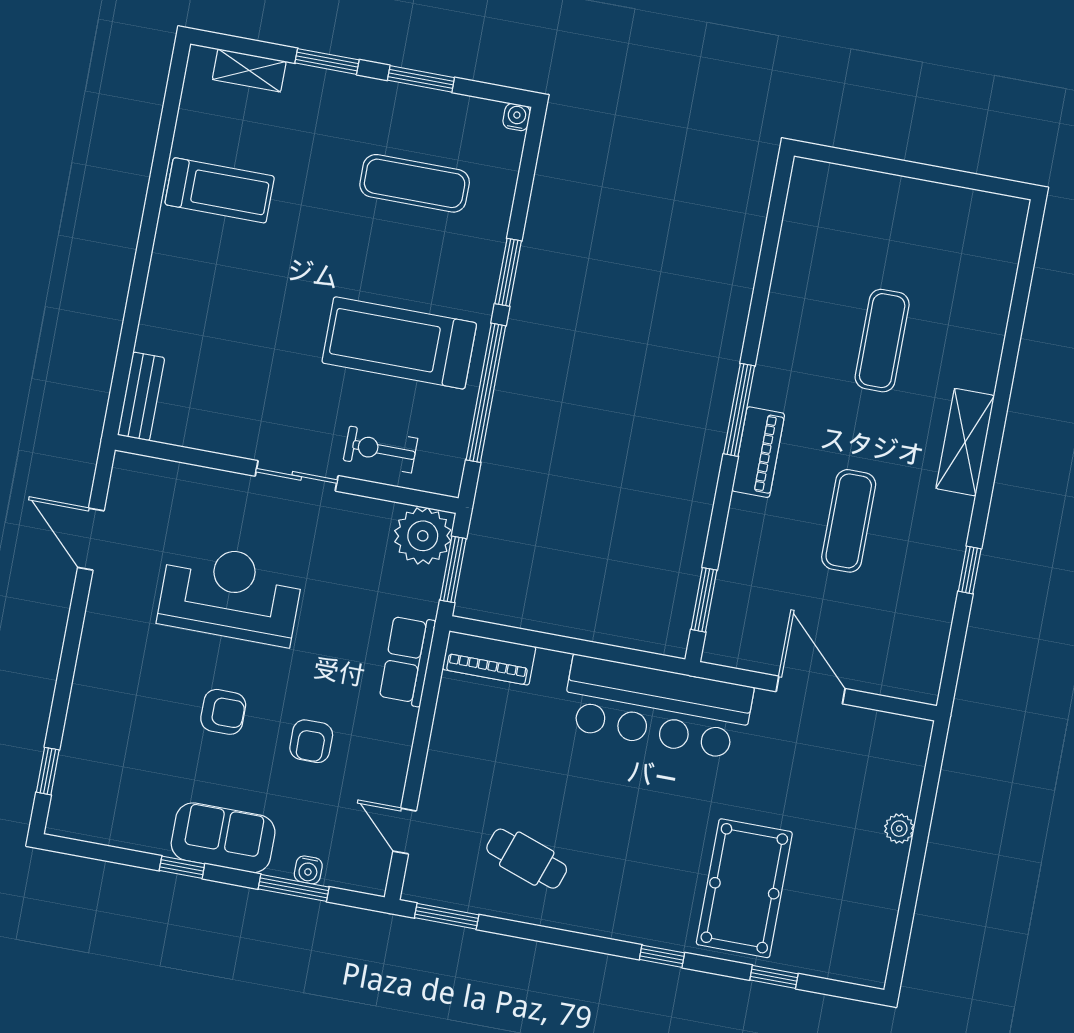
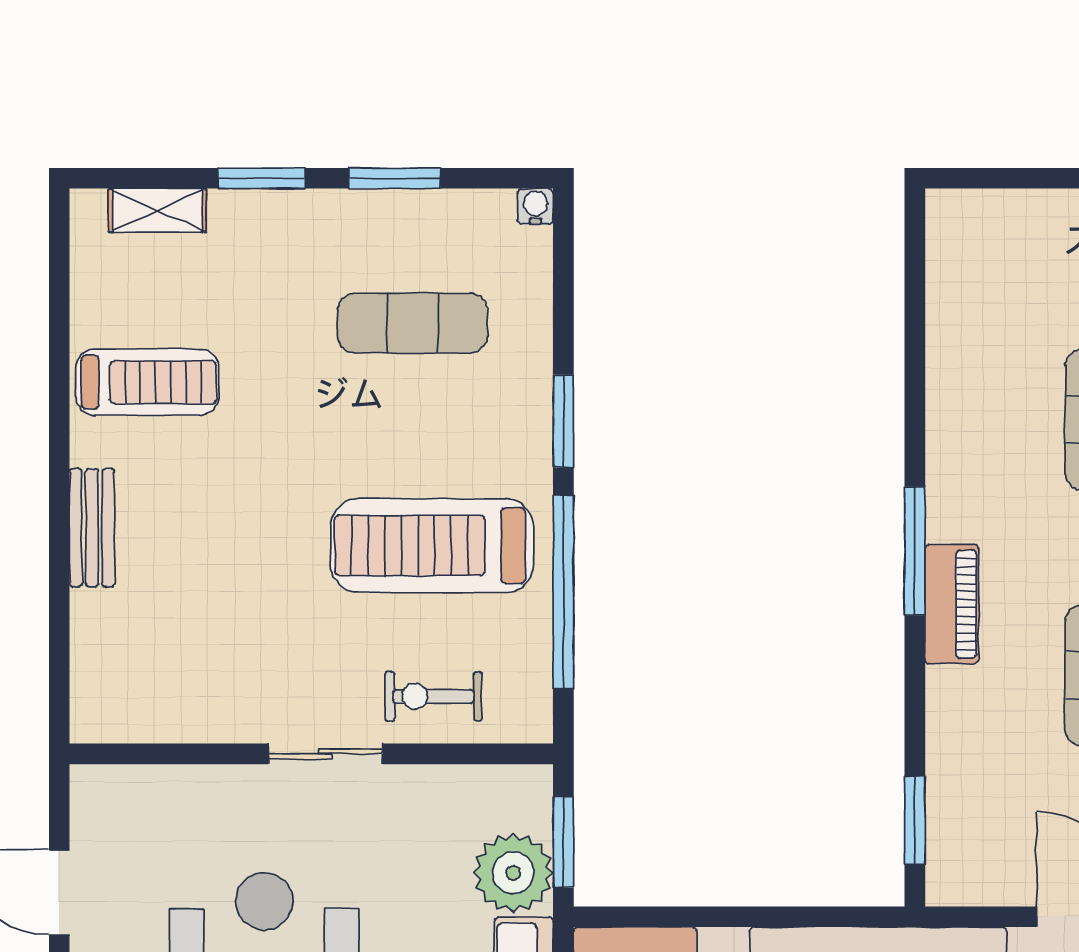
bench: (141, 396) -> (92, 528), moved
plant: (423, 536) -> (513, 873), moved

